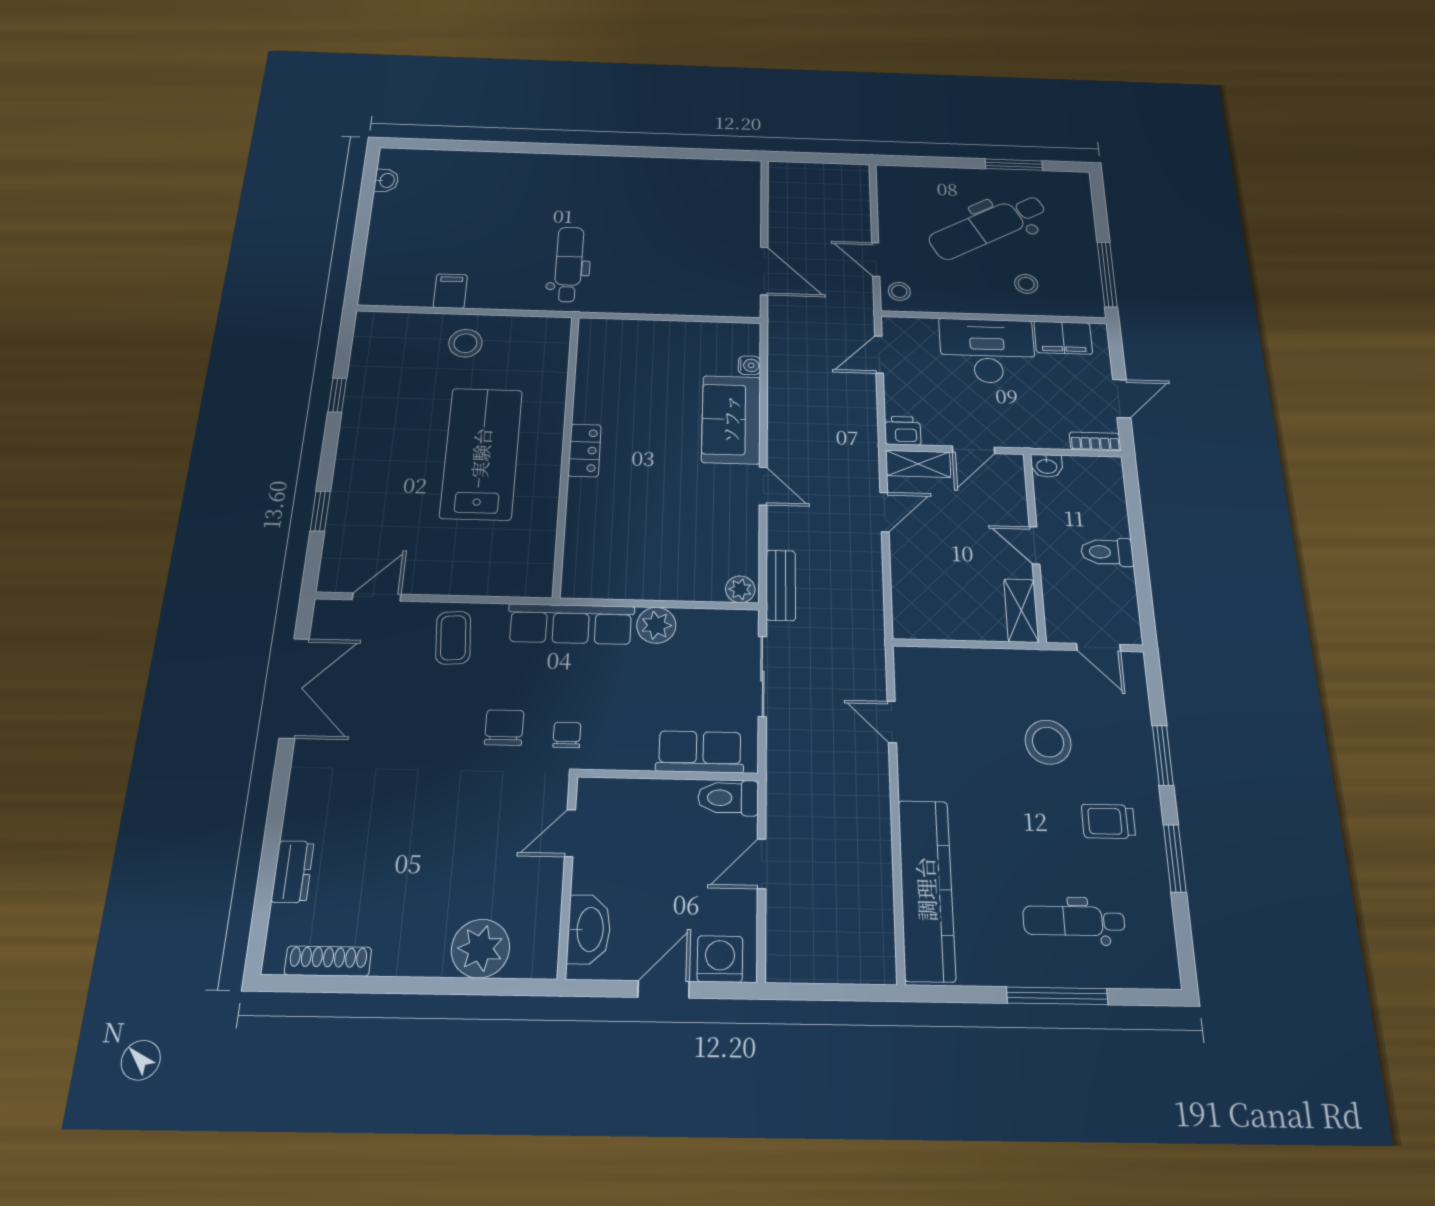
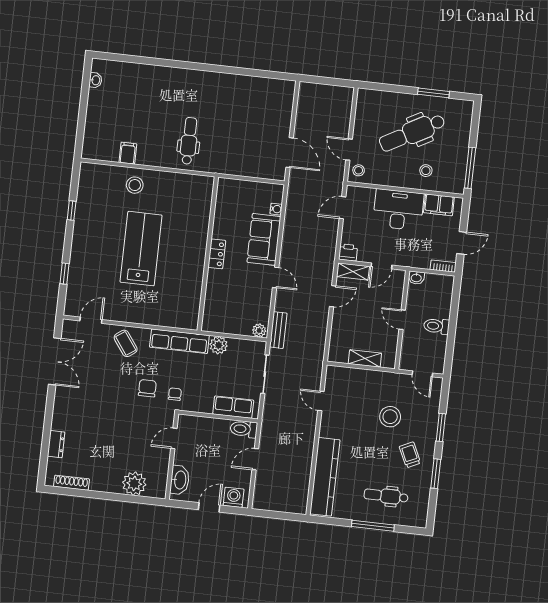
locker: (585, 450) -> (217, 254), moved
wall: (566, 451) -> (208, 254), moved
shelving: (1021, 610) -> (365, 358), moved, turned 90
coffee table: (453, 638) -> (126, 343), turned -32
trolley: (1108, 821) -> (410, 455), turned 65

